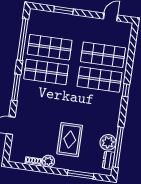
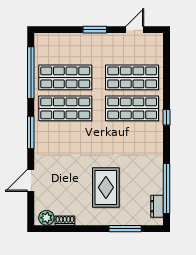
window: (64, 10) -> (95, 30), moved
plant: (108, 142) -> (153, 184), removed
plant: (48, 161) -> (46, 218), moved

